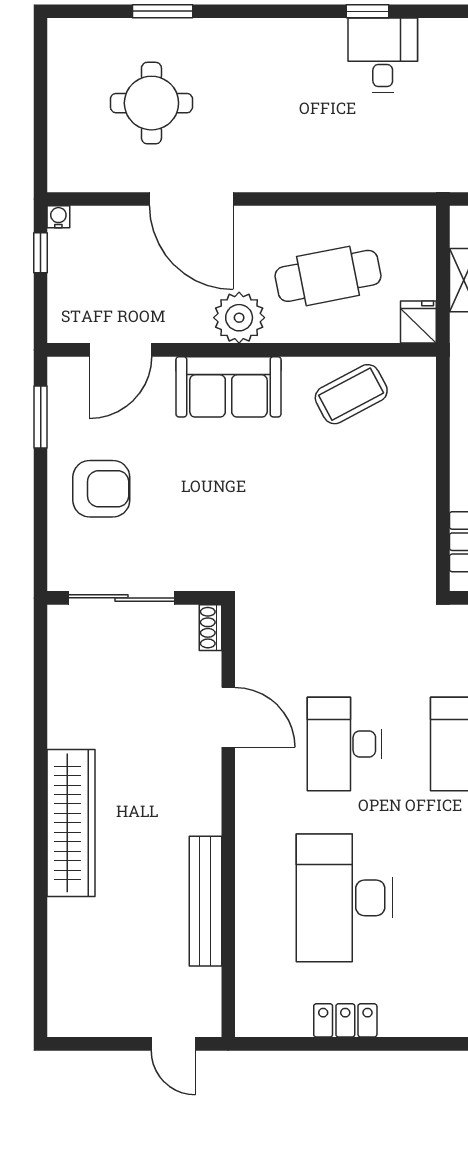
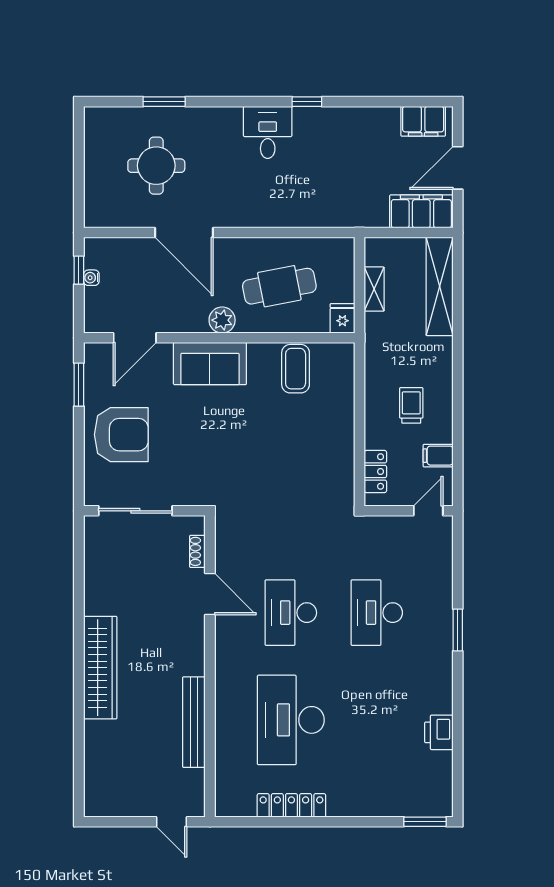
desk: (383, 55) -> (268, 132), moved
water cooler: (58, 217) -> (91, 278), moved, turned -90
plant: (239, 318) -> (222, 320), width x0.73, depth x0.73
coffee table: (351, 394) -> (296, 369), turned -62
armchair: (101, 489) -> (121, 435), width x1.36, depth x1.36
shoe rack: (210, 628) -> (197, 551), moved
locker: (345, 1020) -> (291, 805), width x1.53

